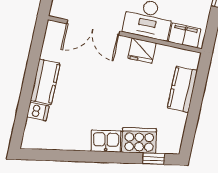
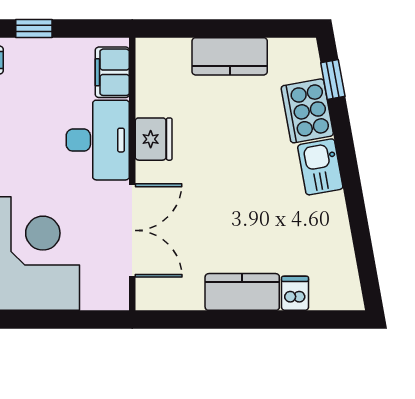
kitchen counter: (182, 89) -> (230, 56), moved

